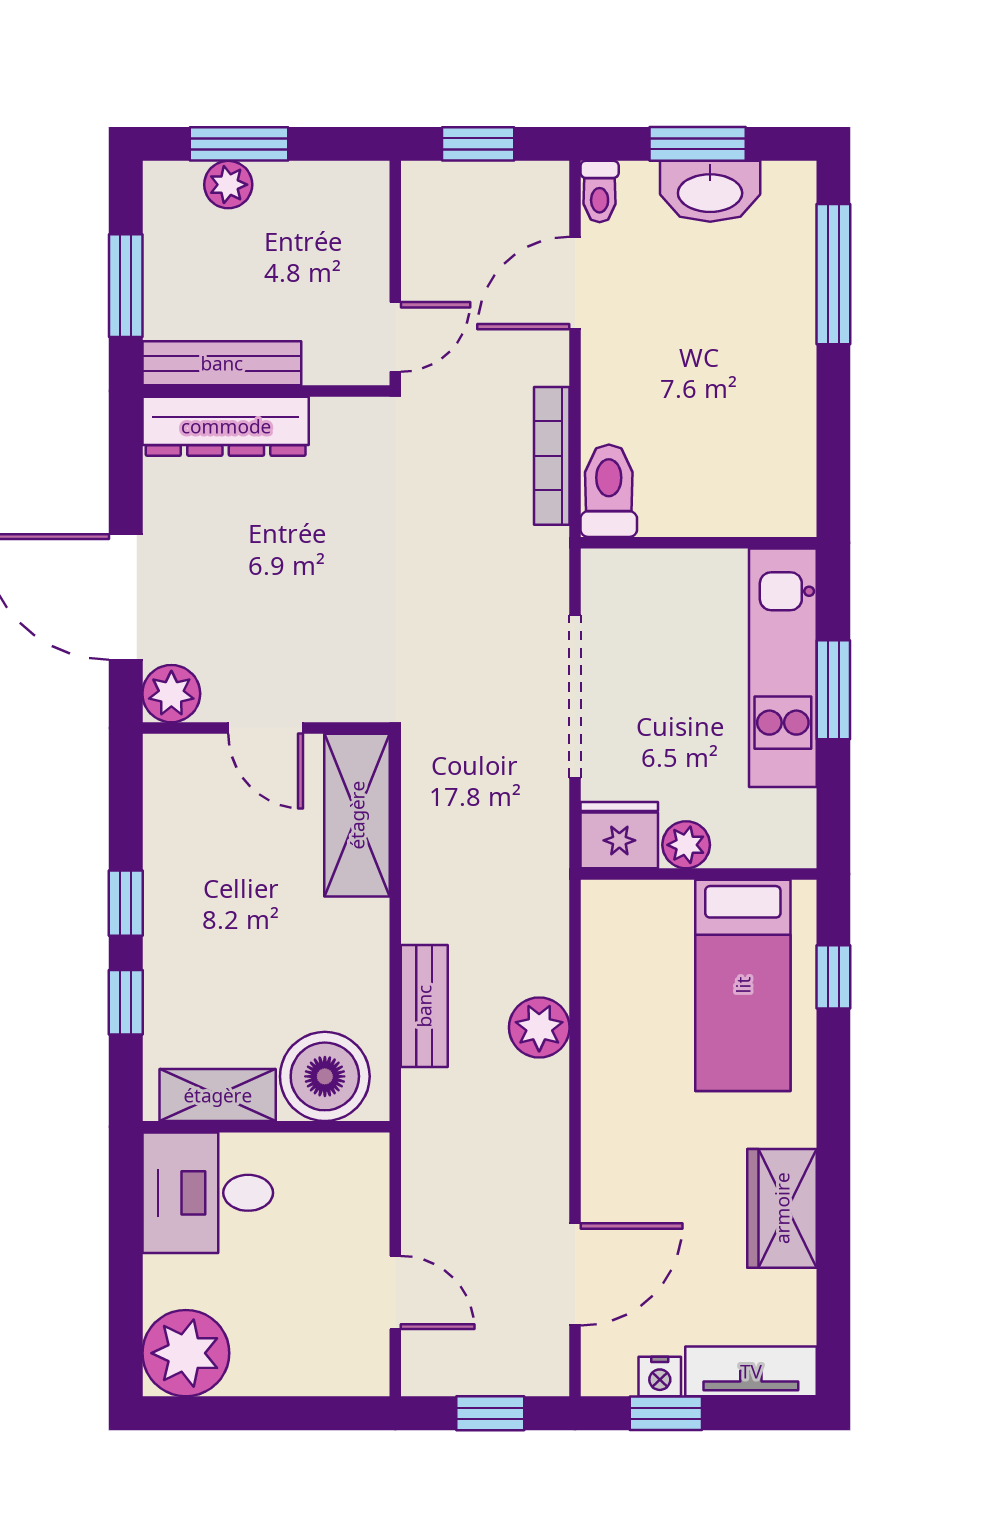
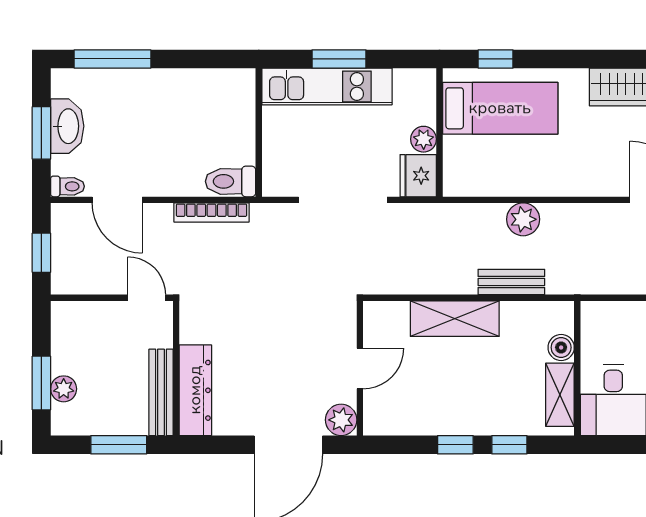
shelving: (357, 815) -> (455, 319), moved
boiler: (325, 1076) -> (561, 347), width x0.54, depth x0.54

